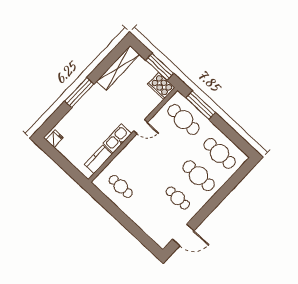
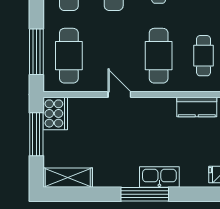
shelving: (118, 68) -> (68, 178), width x0.68
kitchen sink: (117, 139) -> (159, 177), moved, turned 180
cafe table: (142, 164) -> (159, 56), added

